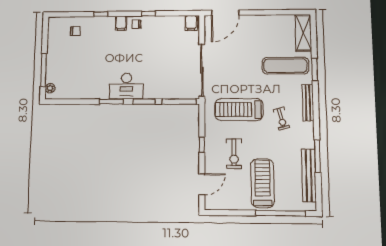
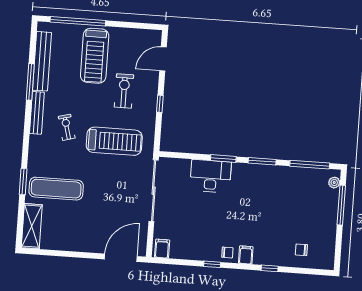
desk: (126, 86) -> (211, 176), moved
window: (179, 102) -> (310, 165), moved
bench: (308, 103) -> (37, 113), moved

